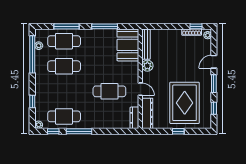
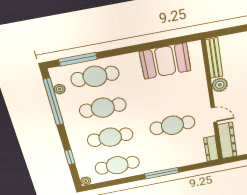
window: (66, 26) -> (78, 59), moved
window: (105, 26) -> (150, 46), removed
booth: (128, 45) -> (165, 61), moved, turned 90
cafe table: (64, 91) -> (110, 137), added
window: (53, 131) -> (107, 184), removed
window: (79, 131) -> (162, 173), moved

